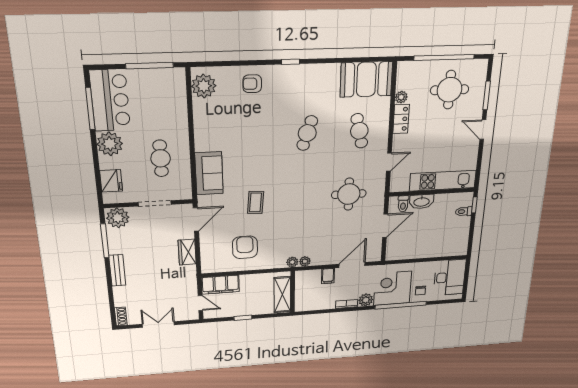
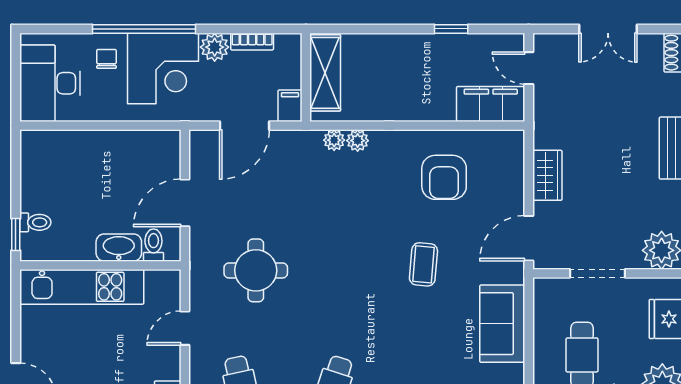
wall: (293, 292) -> (306, 77), moved
shelving: (282, 295) -> (325, 73), moved

